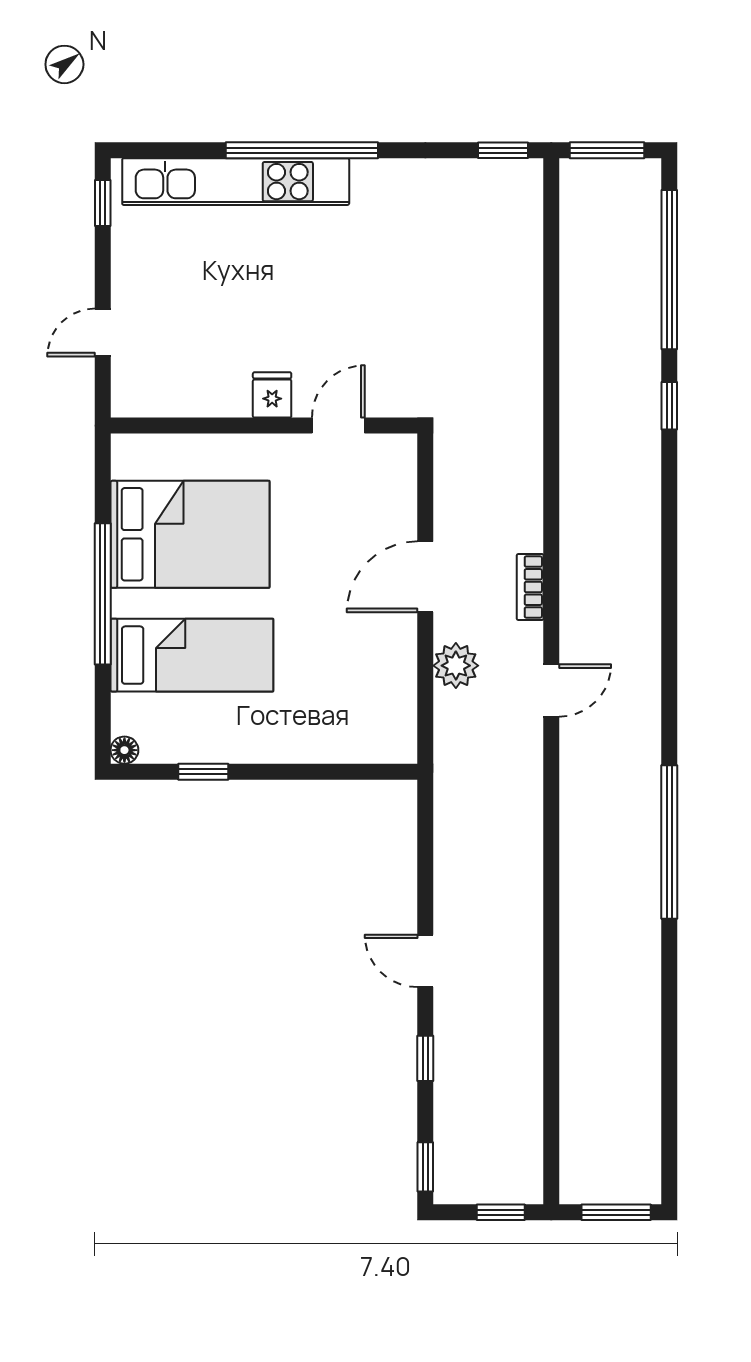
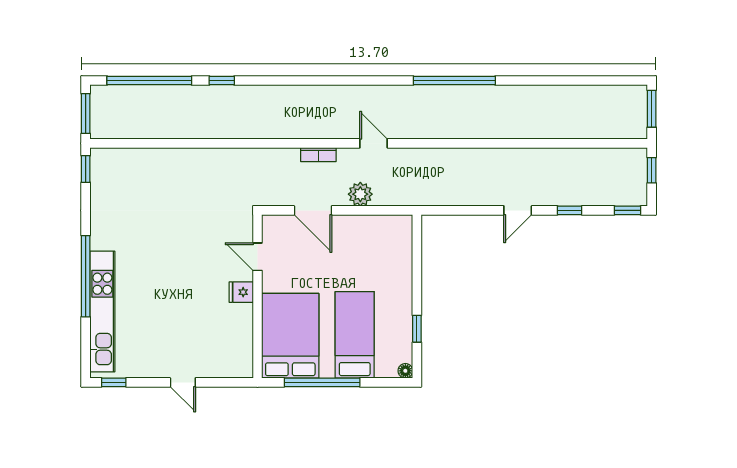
fridge: (272, 395) -> (241, 292), moved
wall: (264, 426) -> (258, 296), moved
door: (338, 426) -> (258, 257), moved

